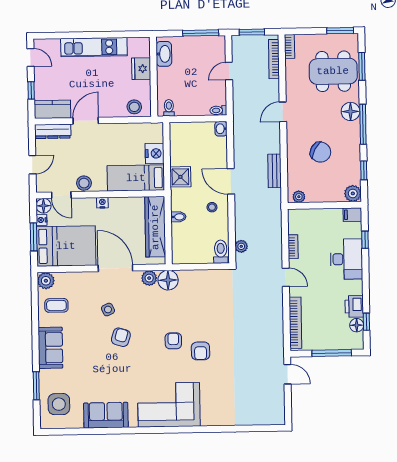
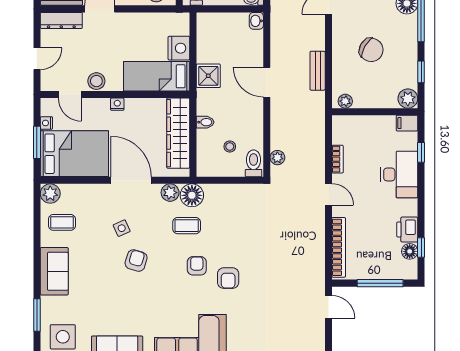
floor lamp: (44, 206) -> (49, 107), removed
stool: (212, 207) -> (230, 147), moved
coffee table: (164, 306) -> (187, 226), added

